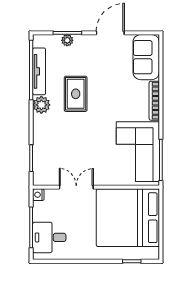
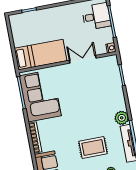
rug: (76, 94) -> (93, 148), moved, turned 90
double door: (76, 187) -> (83, 59), swing flipped
bed: (128, 218) -> (41, 55), width x0.49

